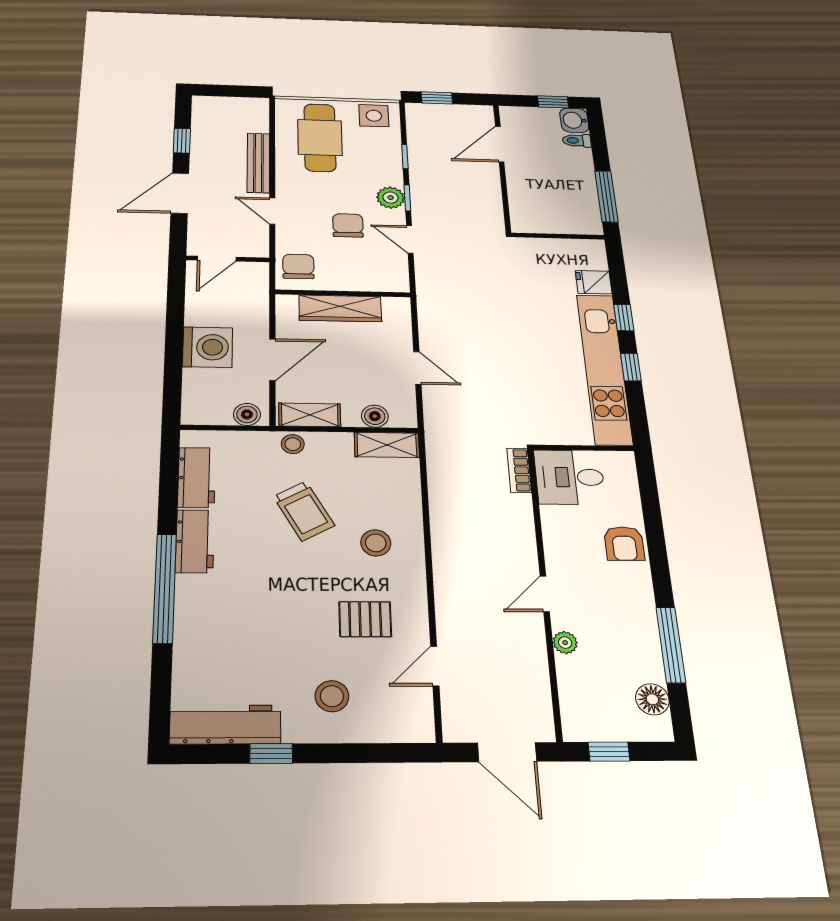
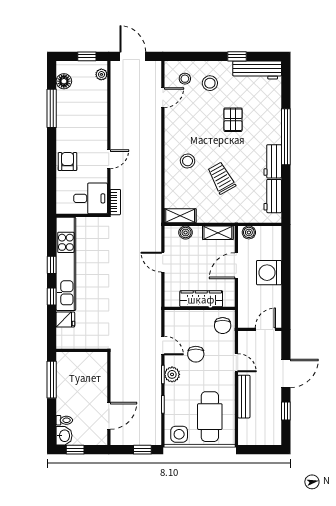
stool: (293, 444) -> (185, 79), moved
door: (545, 594) -> (109, 159), moved
pallet: (365, 619) -> (233, 120), moved, turned 90
plant: (565, 643) -> (101, 74), moved

